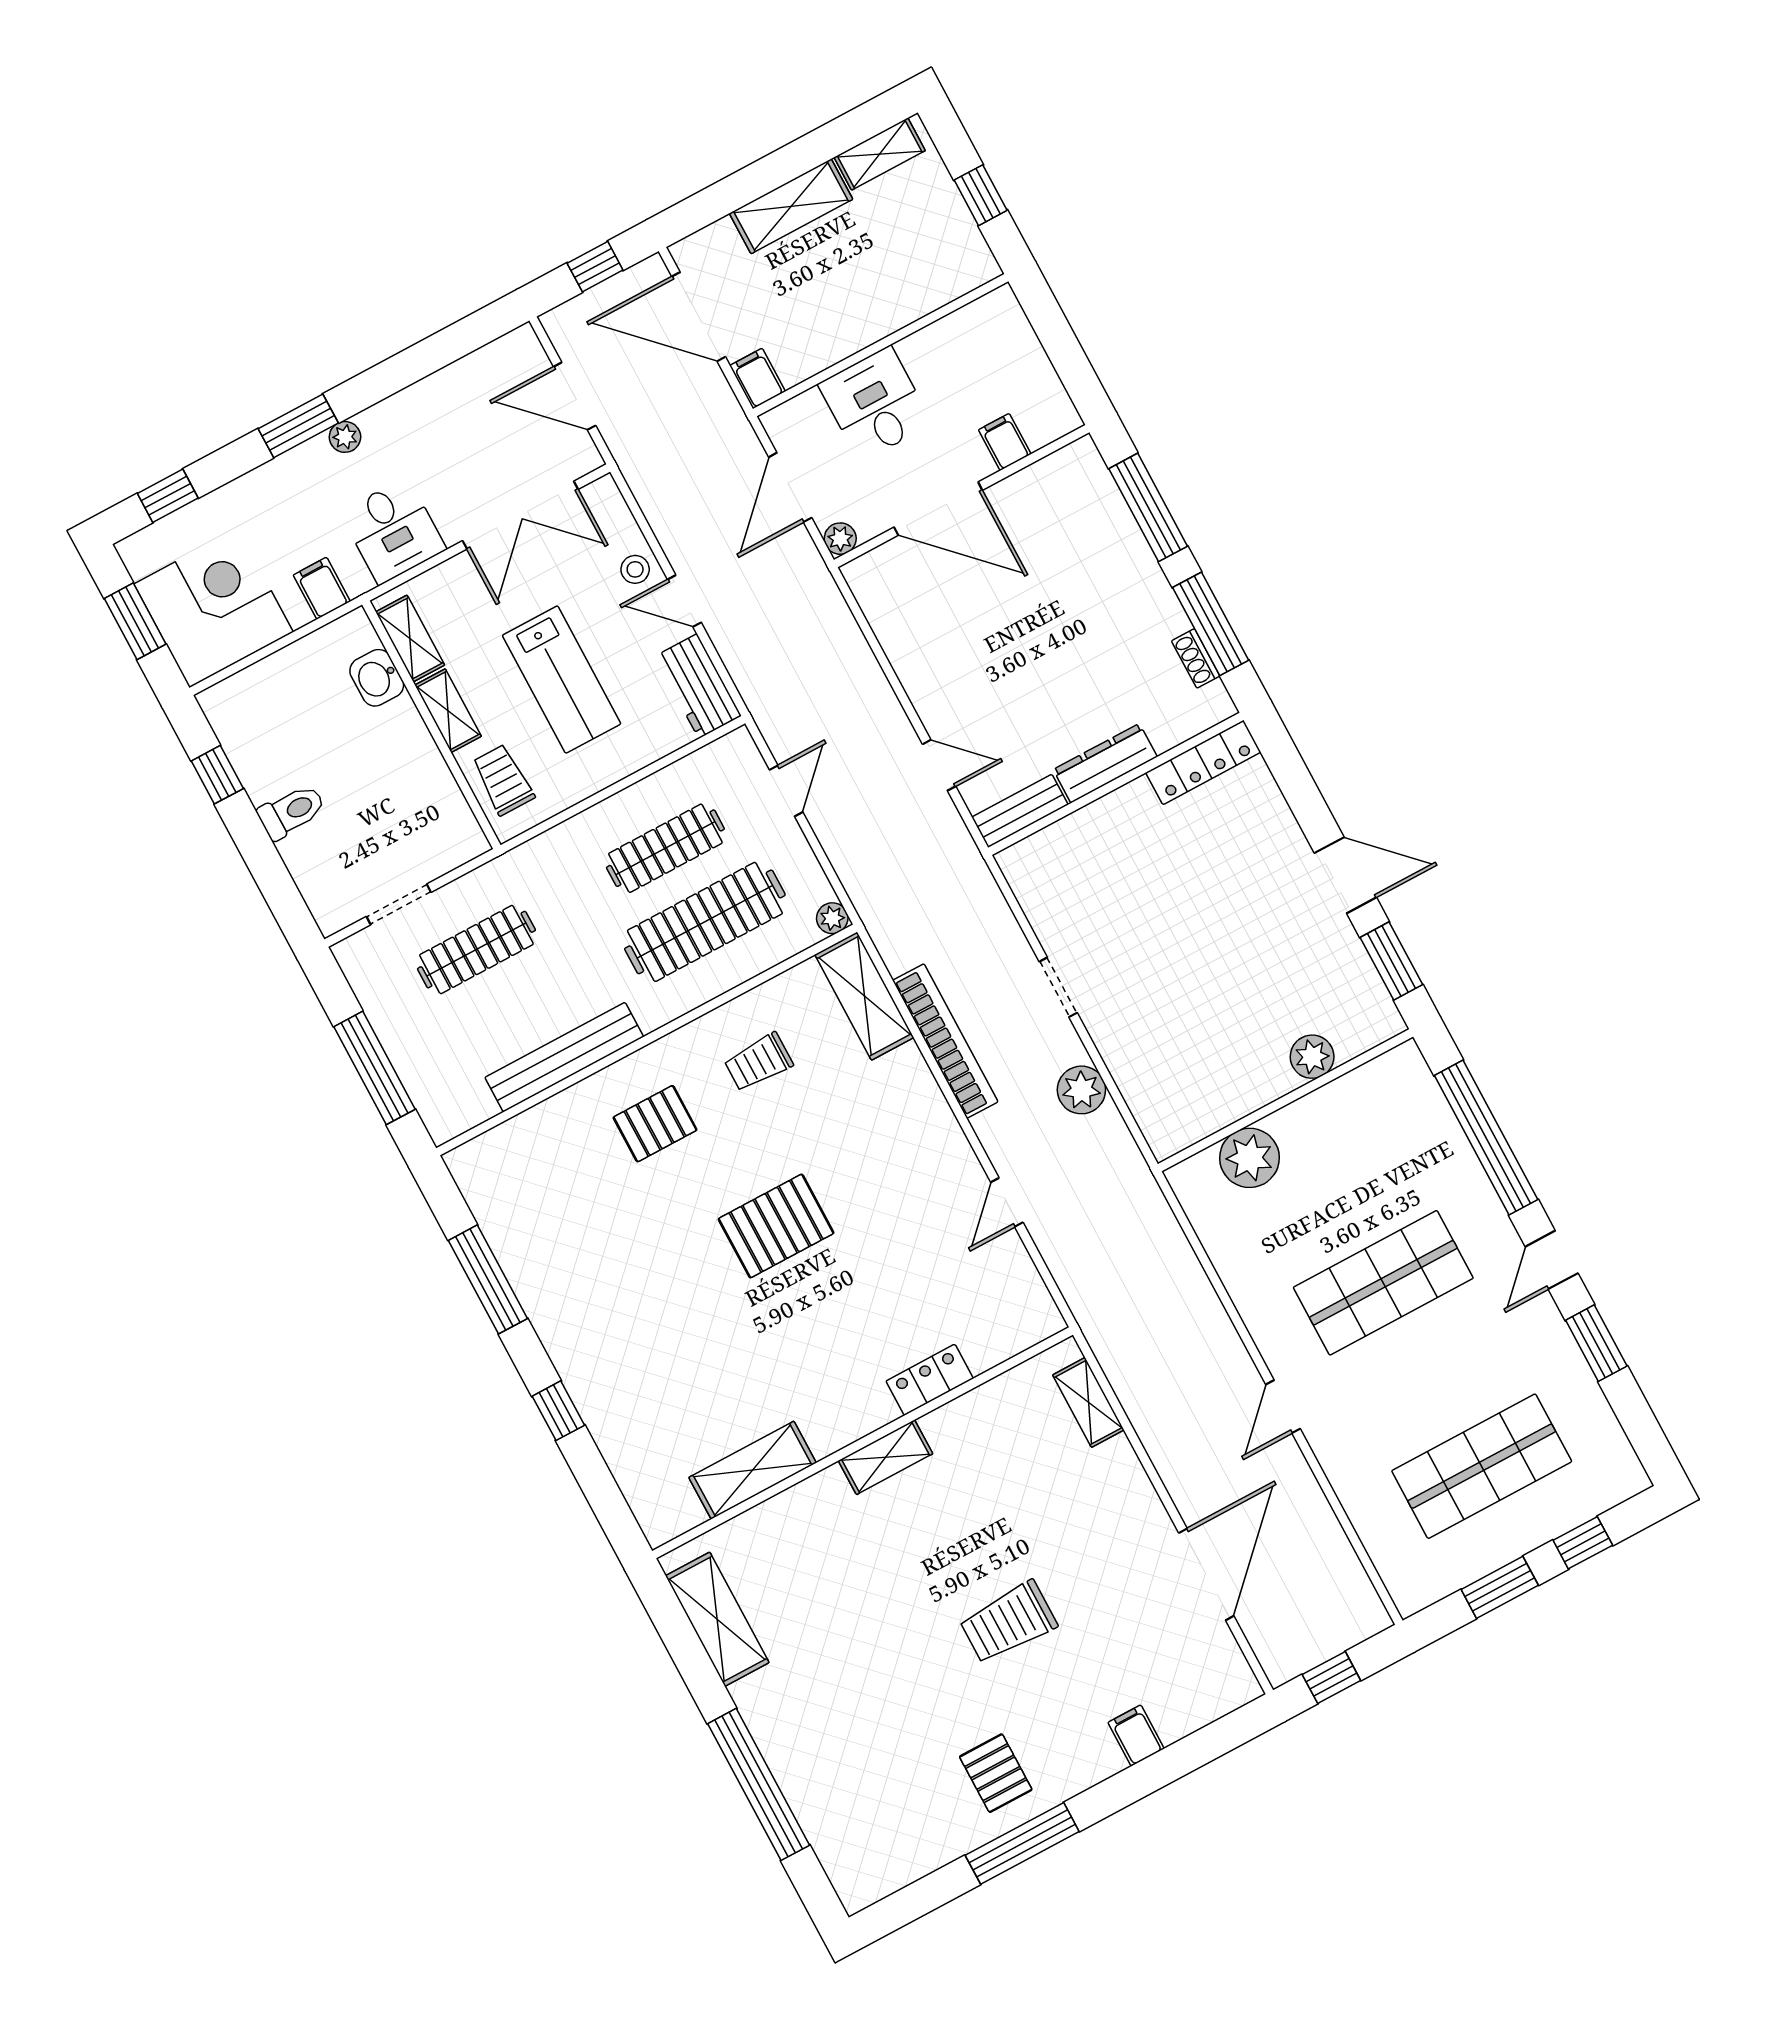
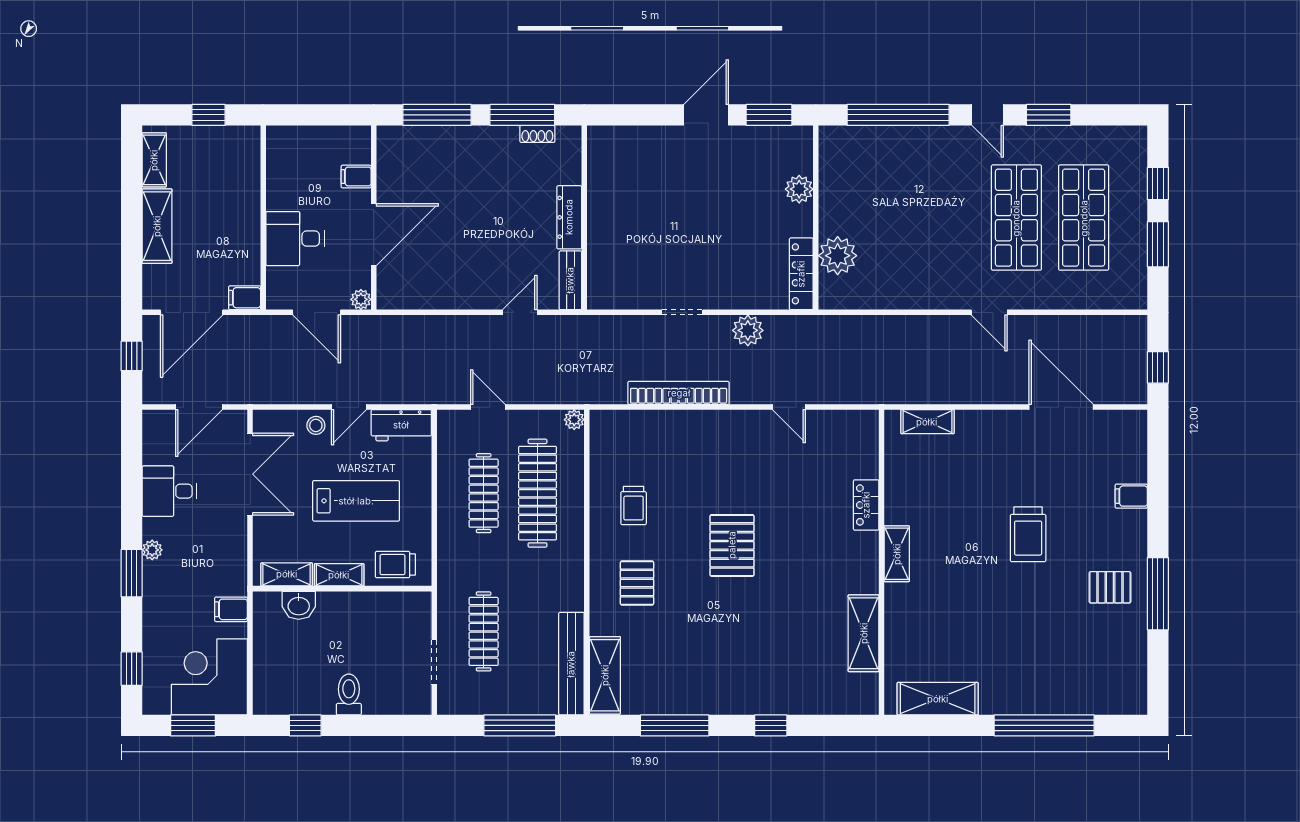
desk: (393, 531) -> (169, 491), moved, turned 180
locker: (1203, 762) -> (801, 274), moved, turned 180
shelving: (864, 996) -> (605, 675), moved, turned 90
bench: (564, 1057) -> (571, 664), moved
shop shelf: (1383, 1283) -> (1016, 218), moved

